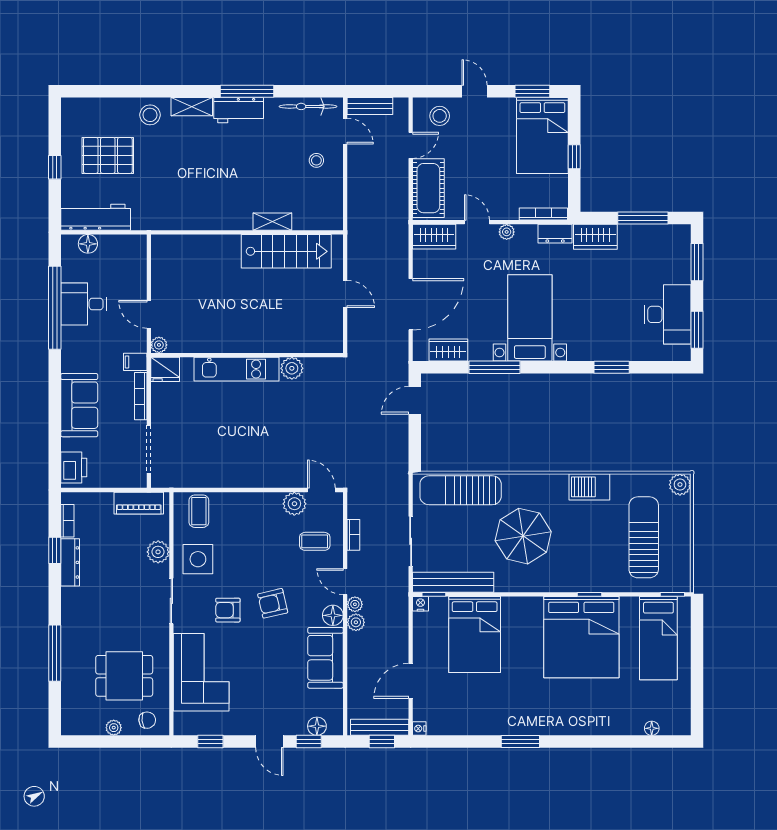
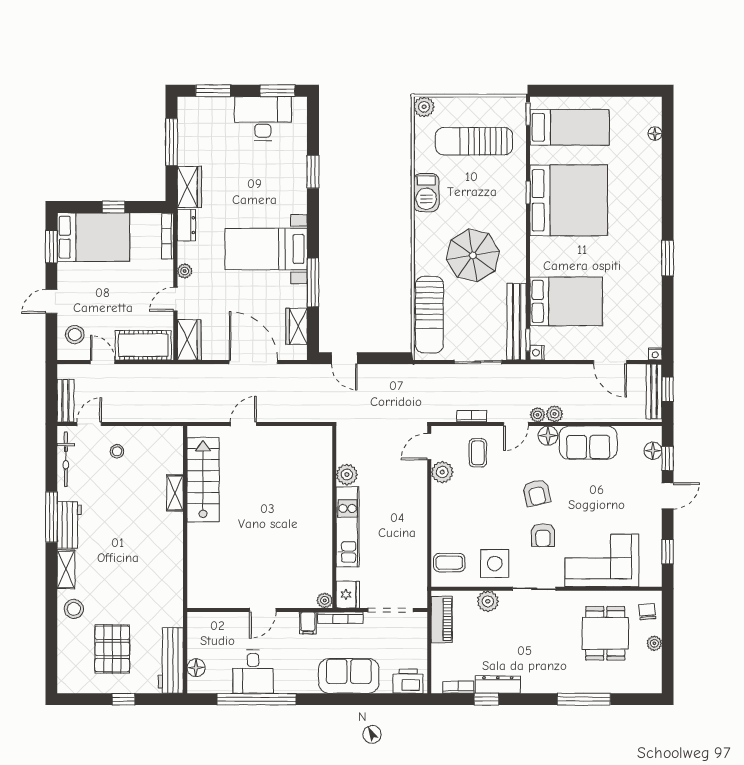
plant: (159, 345) -> (325, 600), moved
wall: (247, 355) -> (334, 517), moved
plant: (292, 368) -> (347, 475), moved
fridge: (165, 369) -> (348, 595), moved
kitchen unit: (237, 369) -> (348, 527), moved

